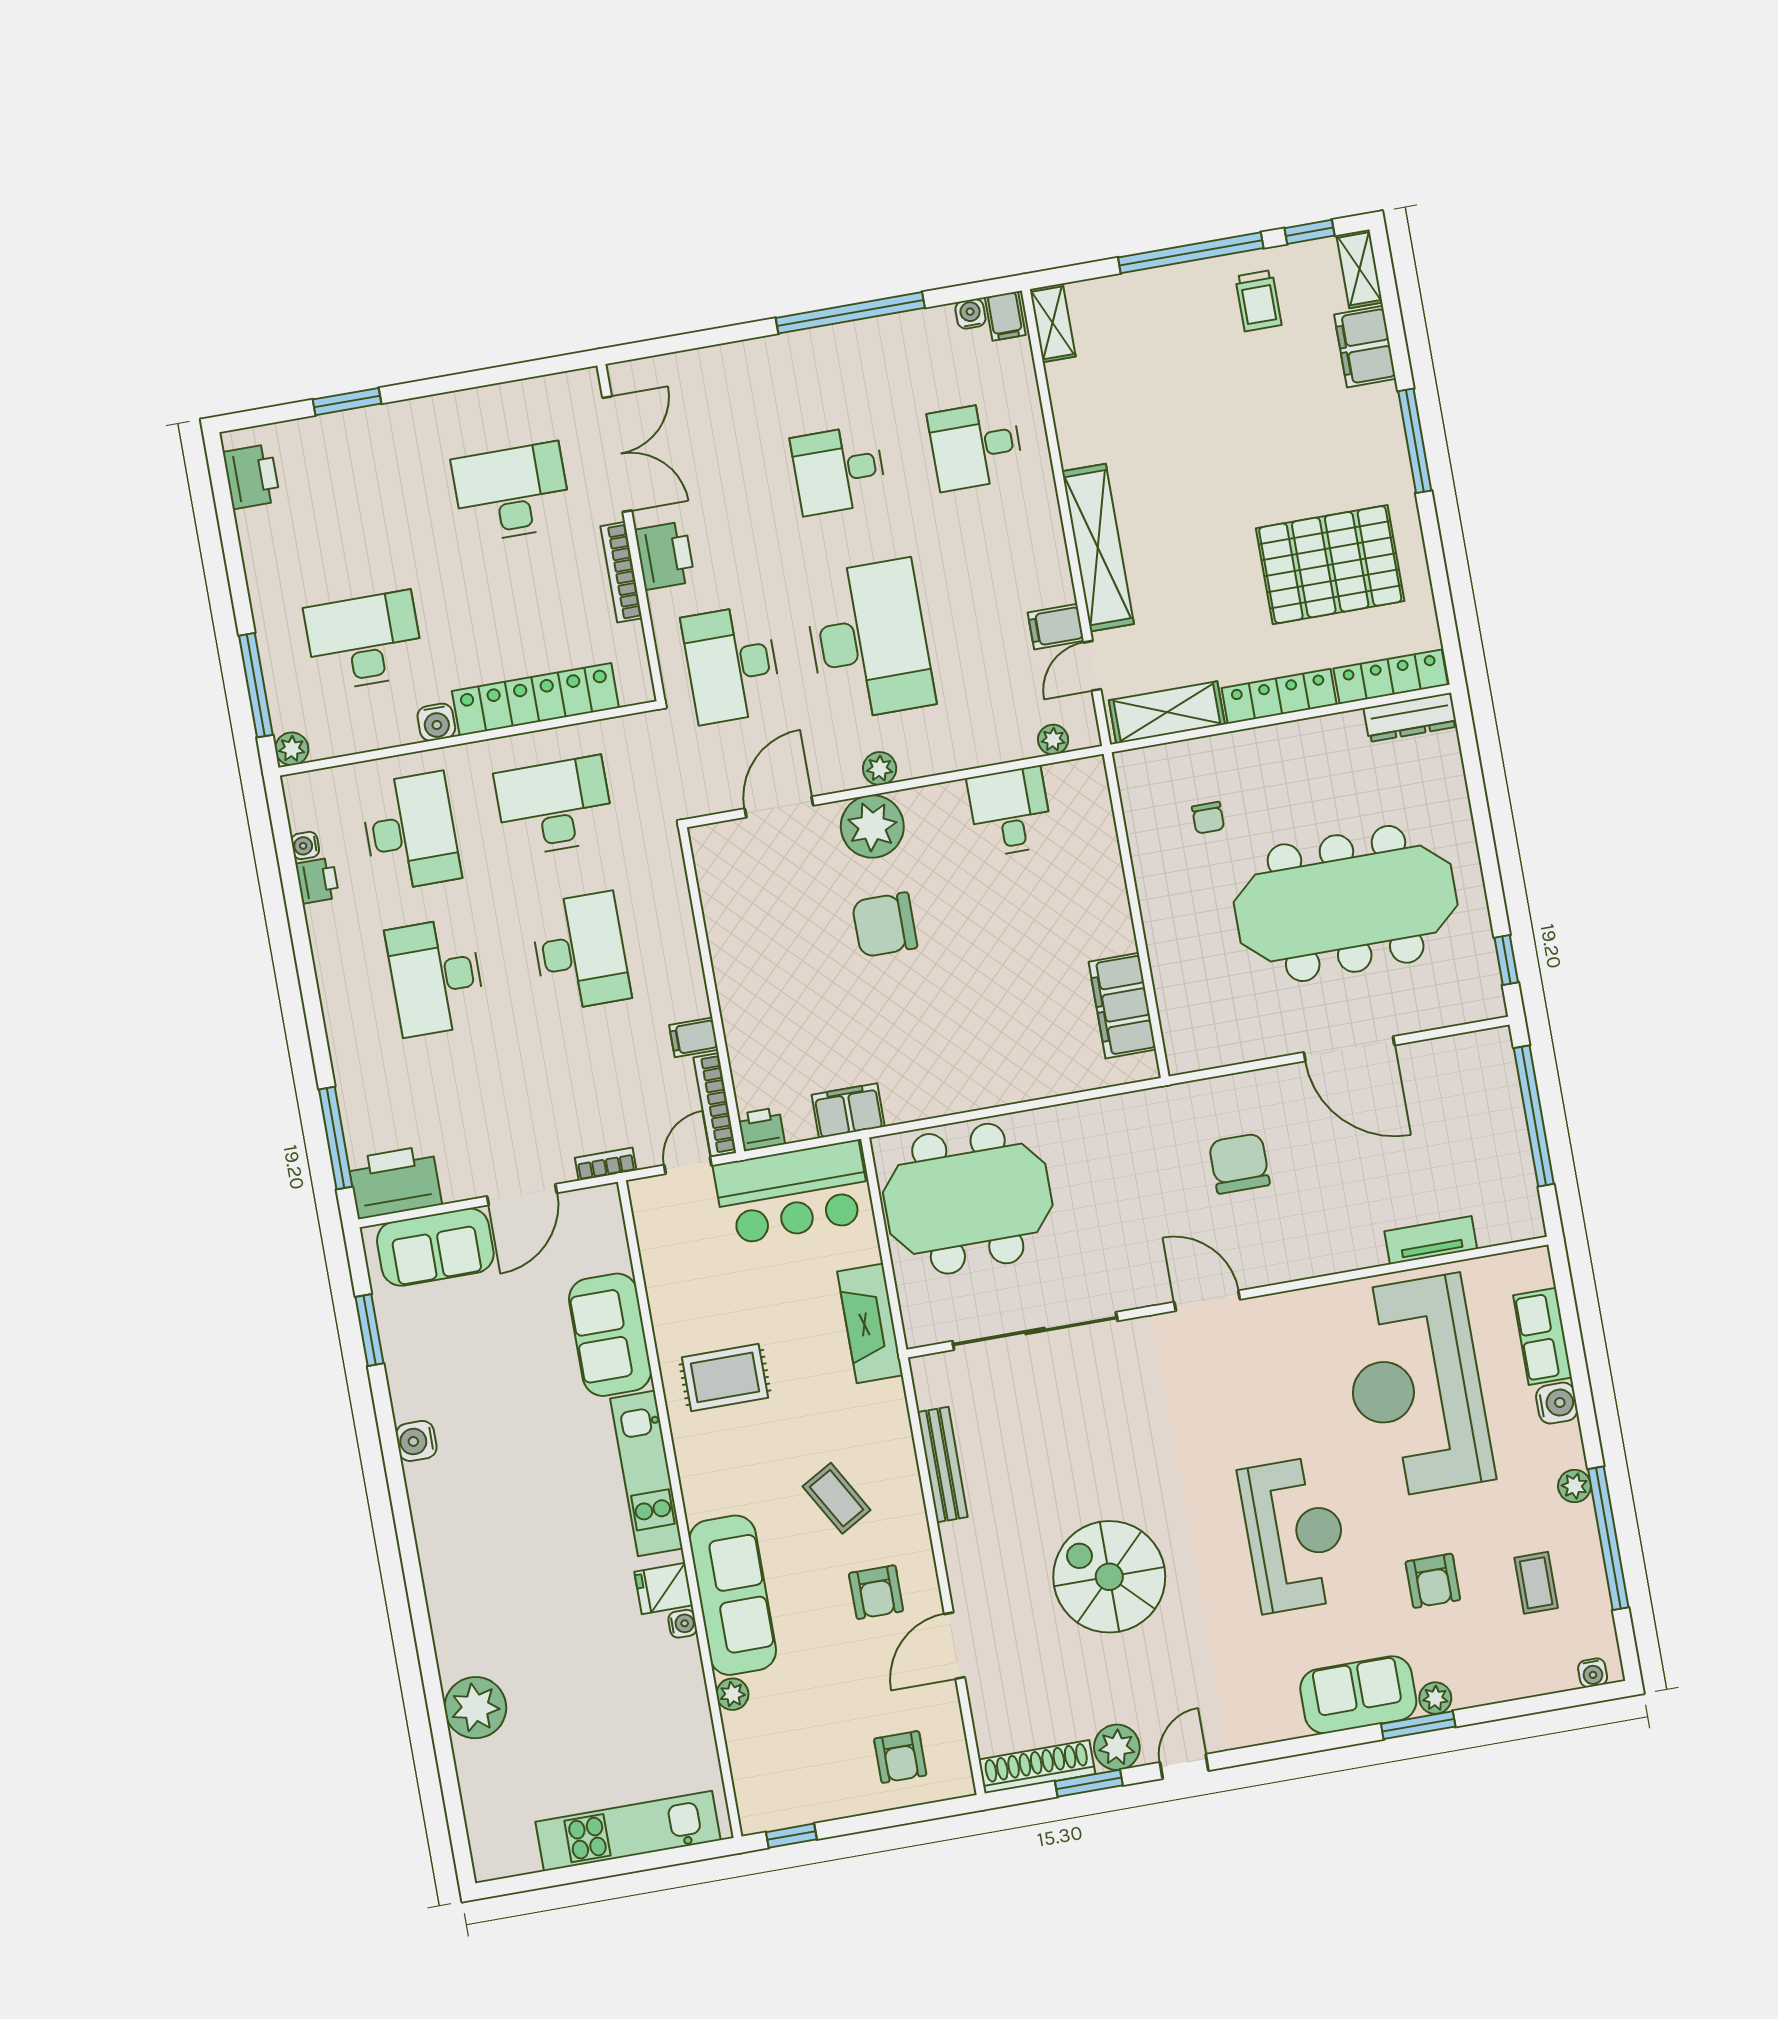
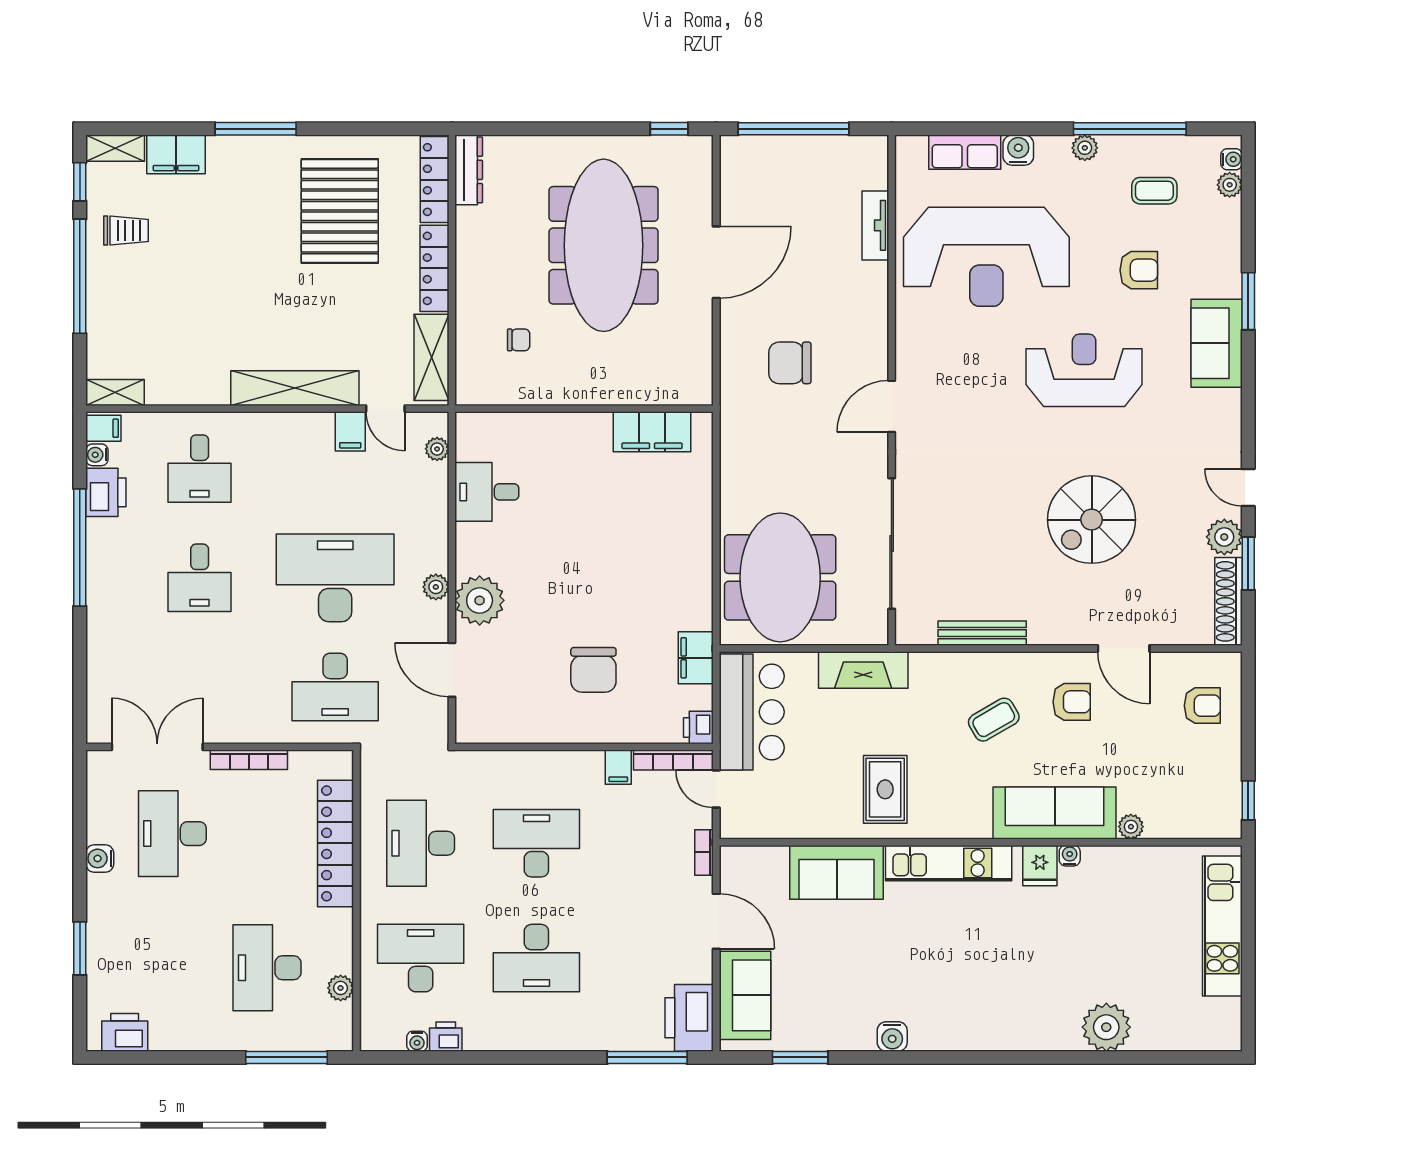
printer: (665, 556) -> (106, 492), moved, turned 90
water cooler: (436, 722) -> (100, 858), moved, turned 180
plant: (292, 749) -> (341, 988), moved
chair: (885, 925) -> (593, 670), moved
plant: (1435, 1698) -> (1230, 185), moved

